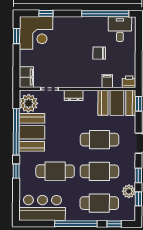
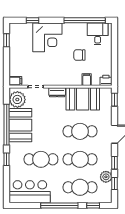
corner desk: (36, 33) -> (47, 37), moved
filing cabinet: (26, 77) -> (15, 81), width x0.50
booth: (117, 103) -> (83, 99), moved

